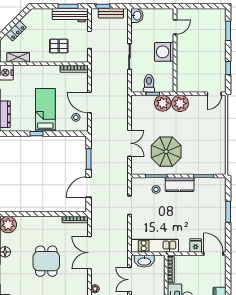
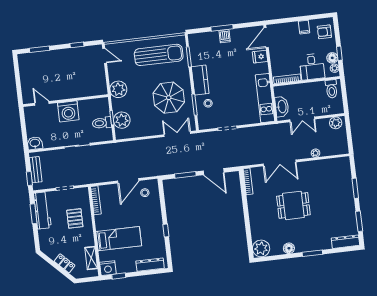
plant: (163, 103) -> (122, 120), moved
bed: (45, 110) -> (119, 239), moved, turned 180
double door: (129, 143) -> (177, 134), moved
sun lounger: (209, 147) -> (159, 55), added
dishwasher: (220, 213) -> (225, 36), added

